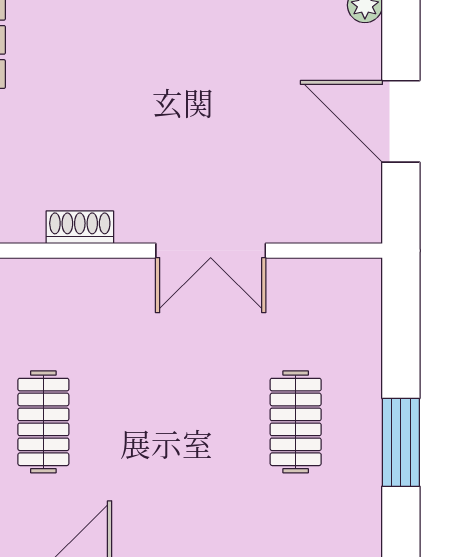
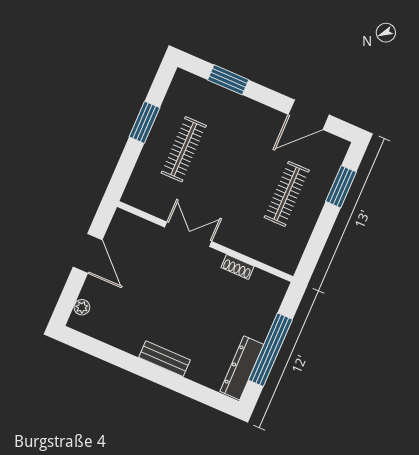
clothes rail: (43, 422) -> (287, 194), width x1.36
clothes rail: (296, 422) -> (184, 149), width x1.36

